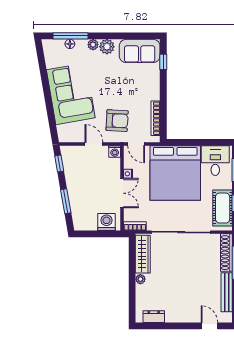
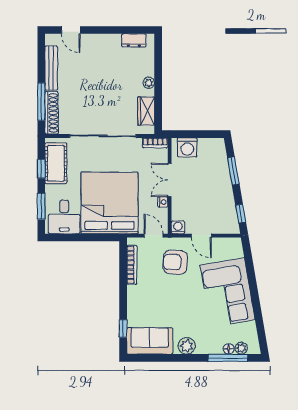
plant: (93, 45) -> (241, 348), moved
wardrobe: (143, 254) -> (146, 111), width x0.67

